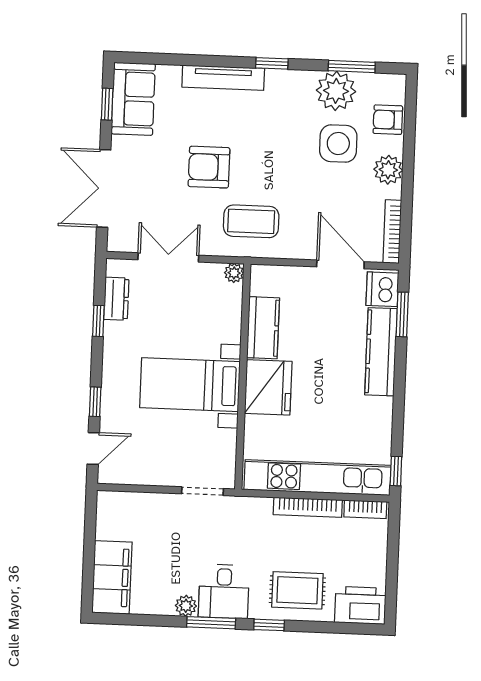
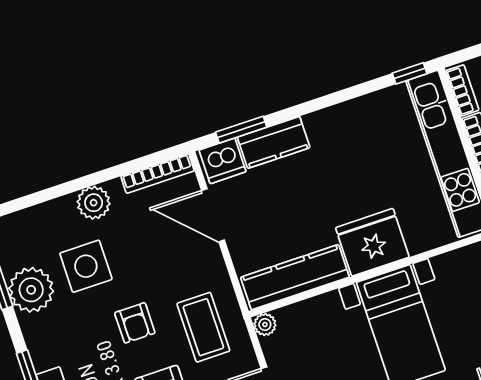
armchair: (388, 120) -> (135, 323), moved
door: (340, 264) -> (213, 215), hinge flipped
kitchen counter: (263, 328) -> (295, 277), width x1.50
kitchen counter: (381, 352) -> (274, 142), width x0.67

